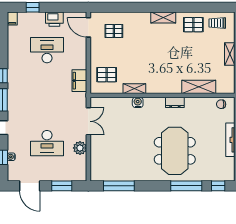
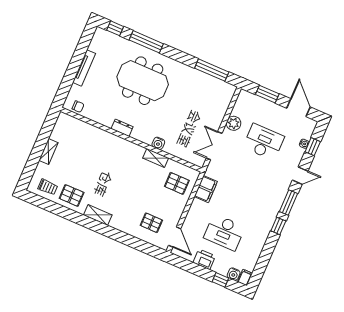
water cooler: (23, 17) -> (234, 274), added
shelving: (199, 87) -> (92, 133), removed
meeting table: (175, 151) -> (143, 81), turned 90

